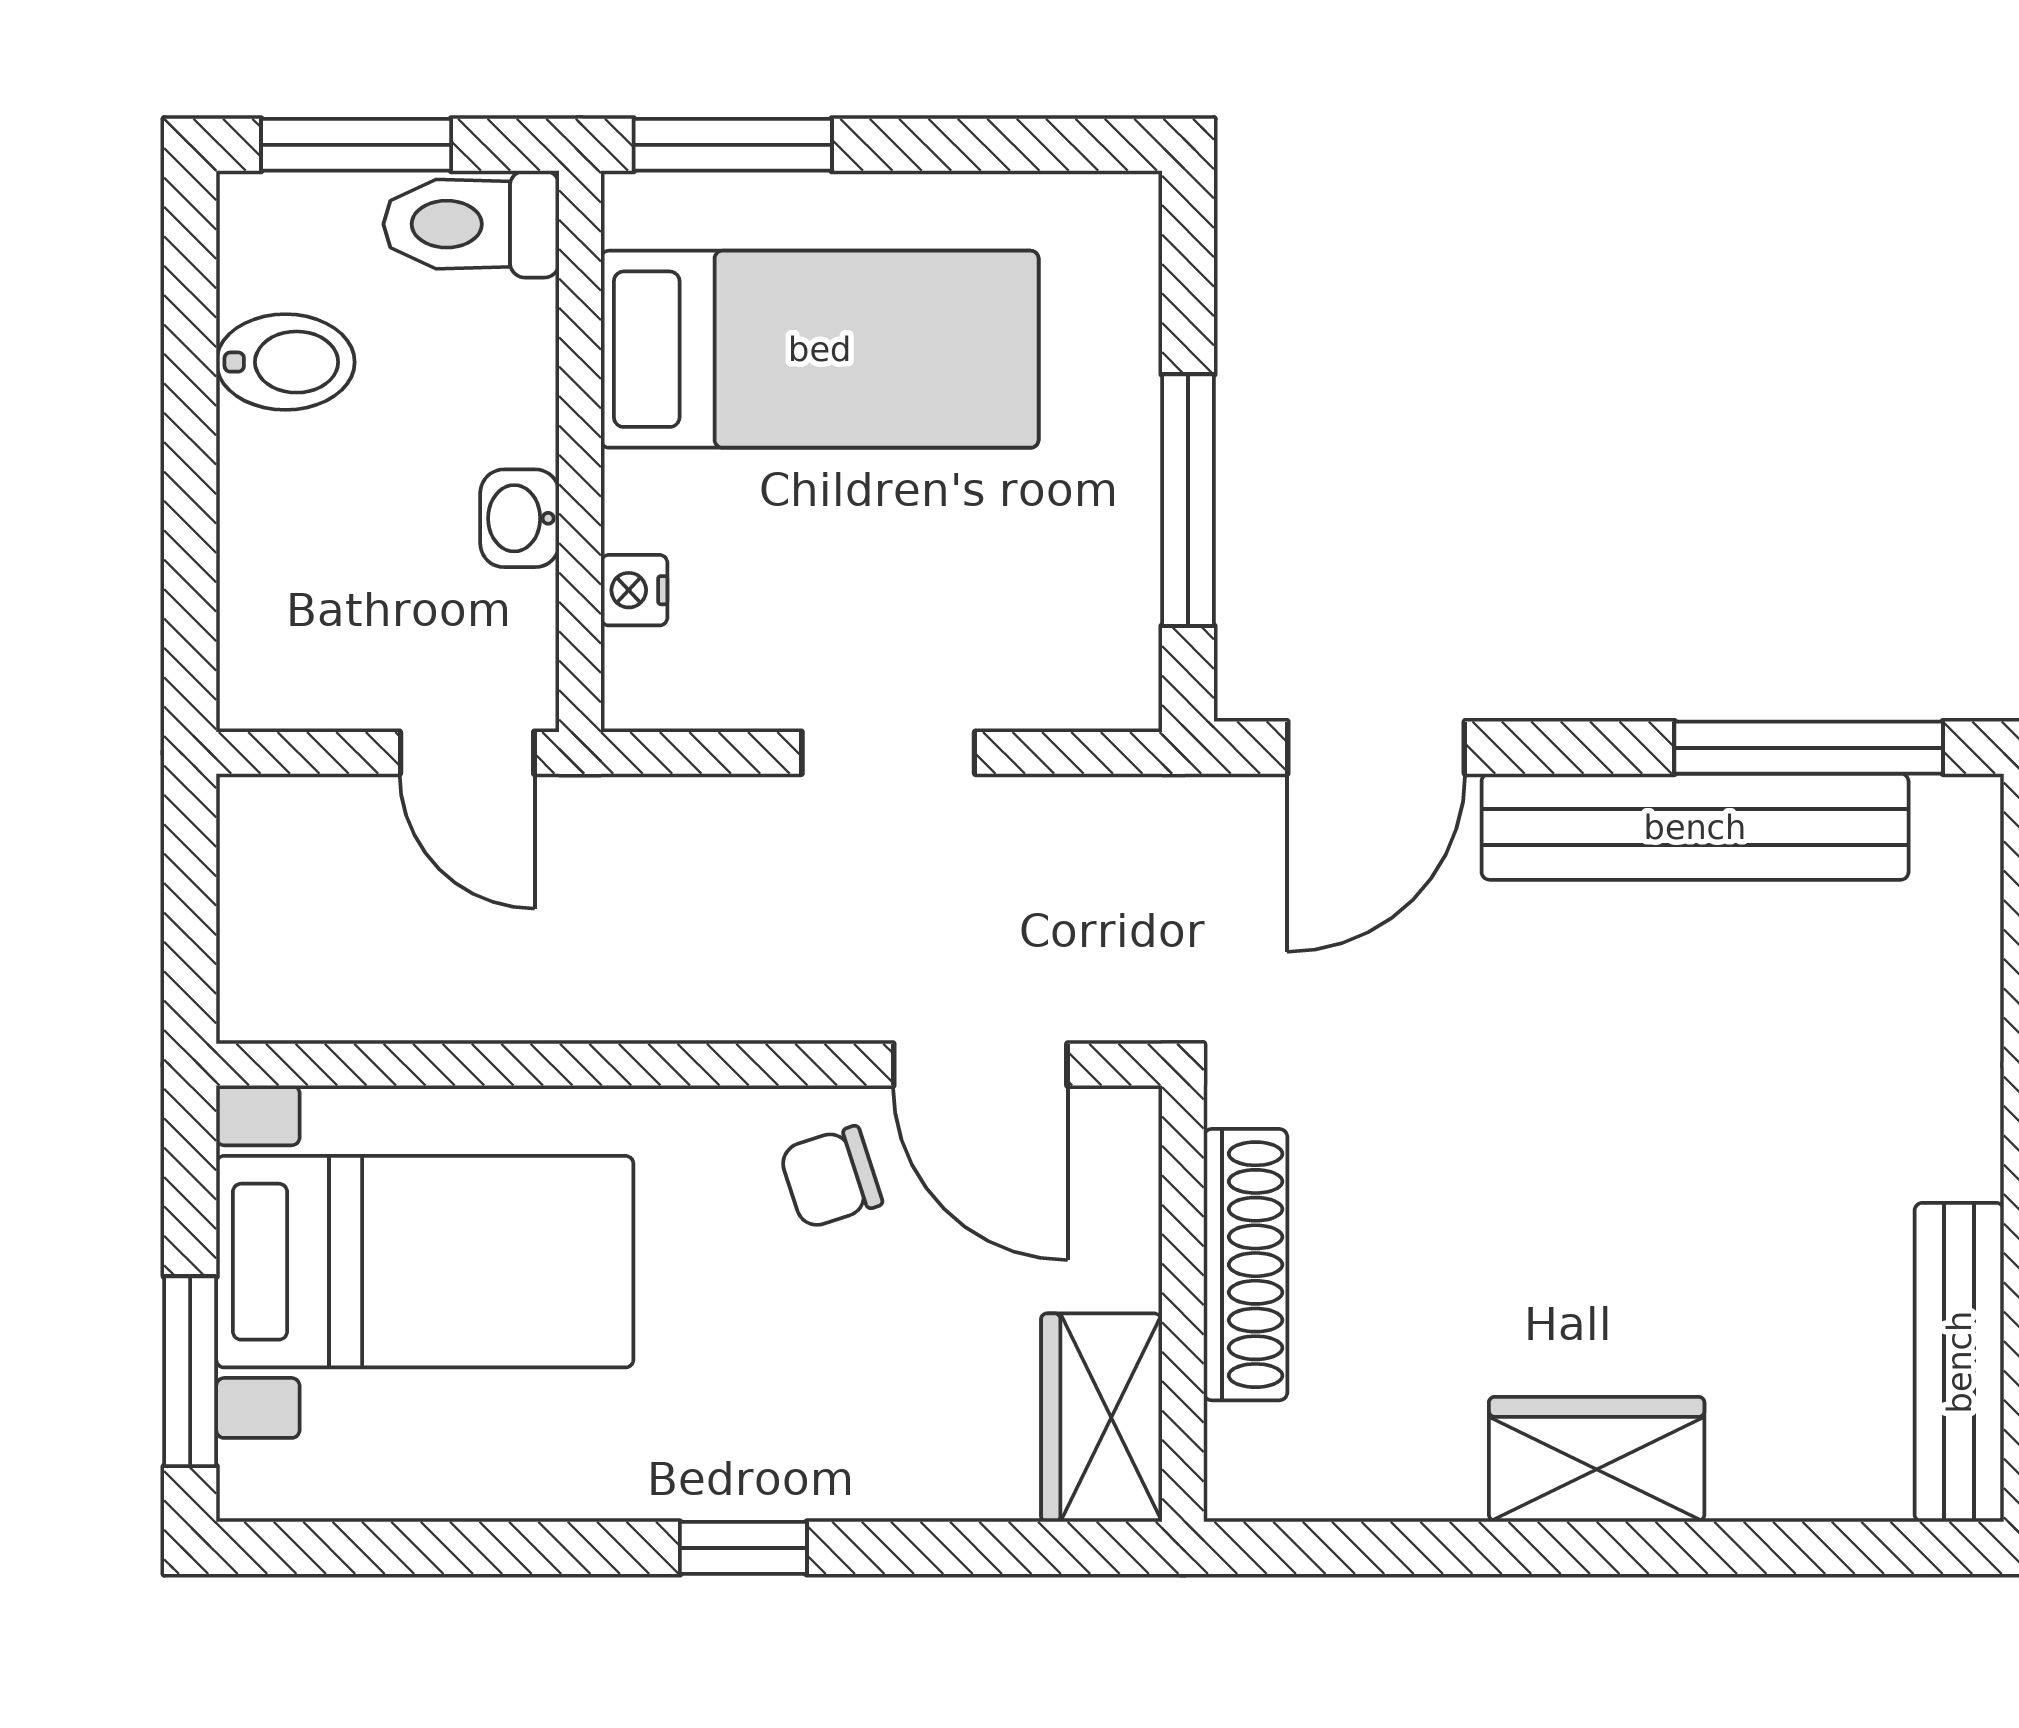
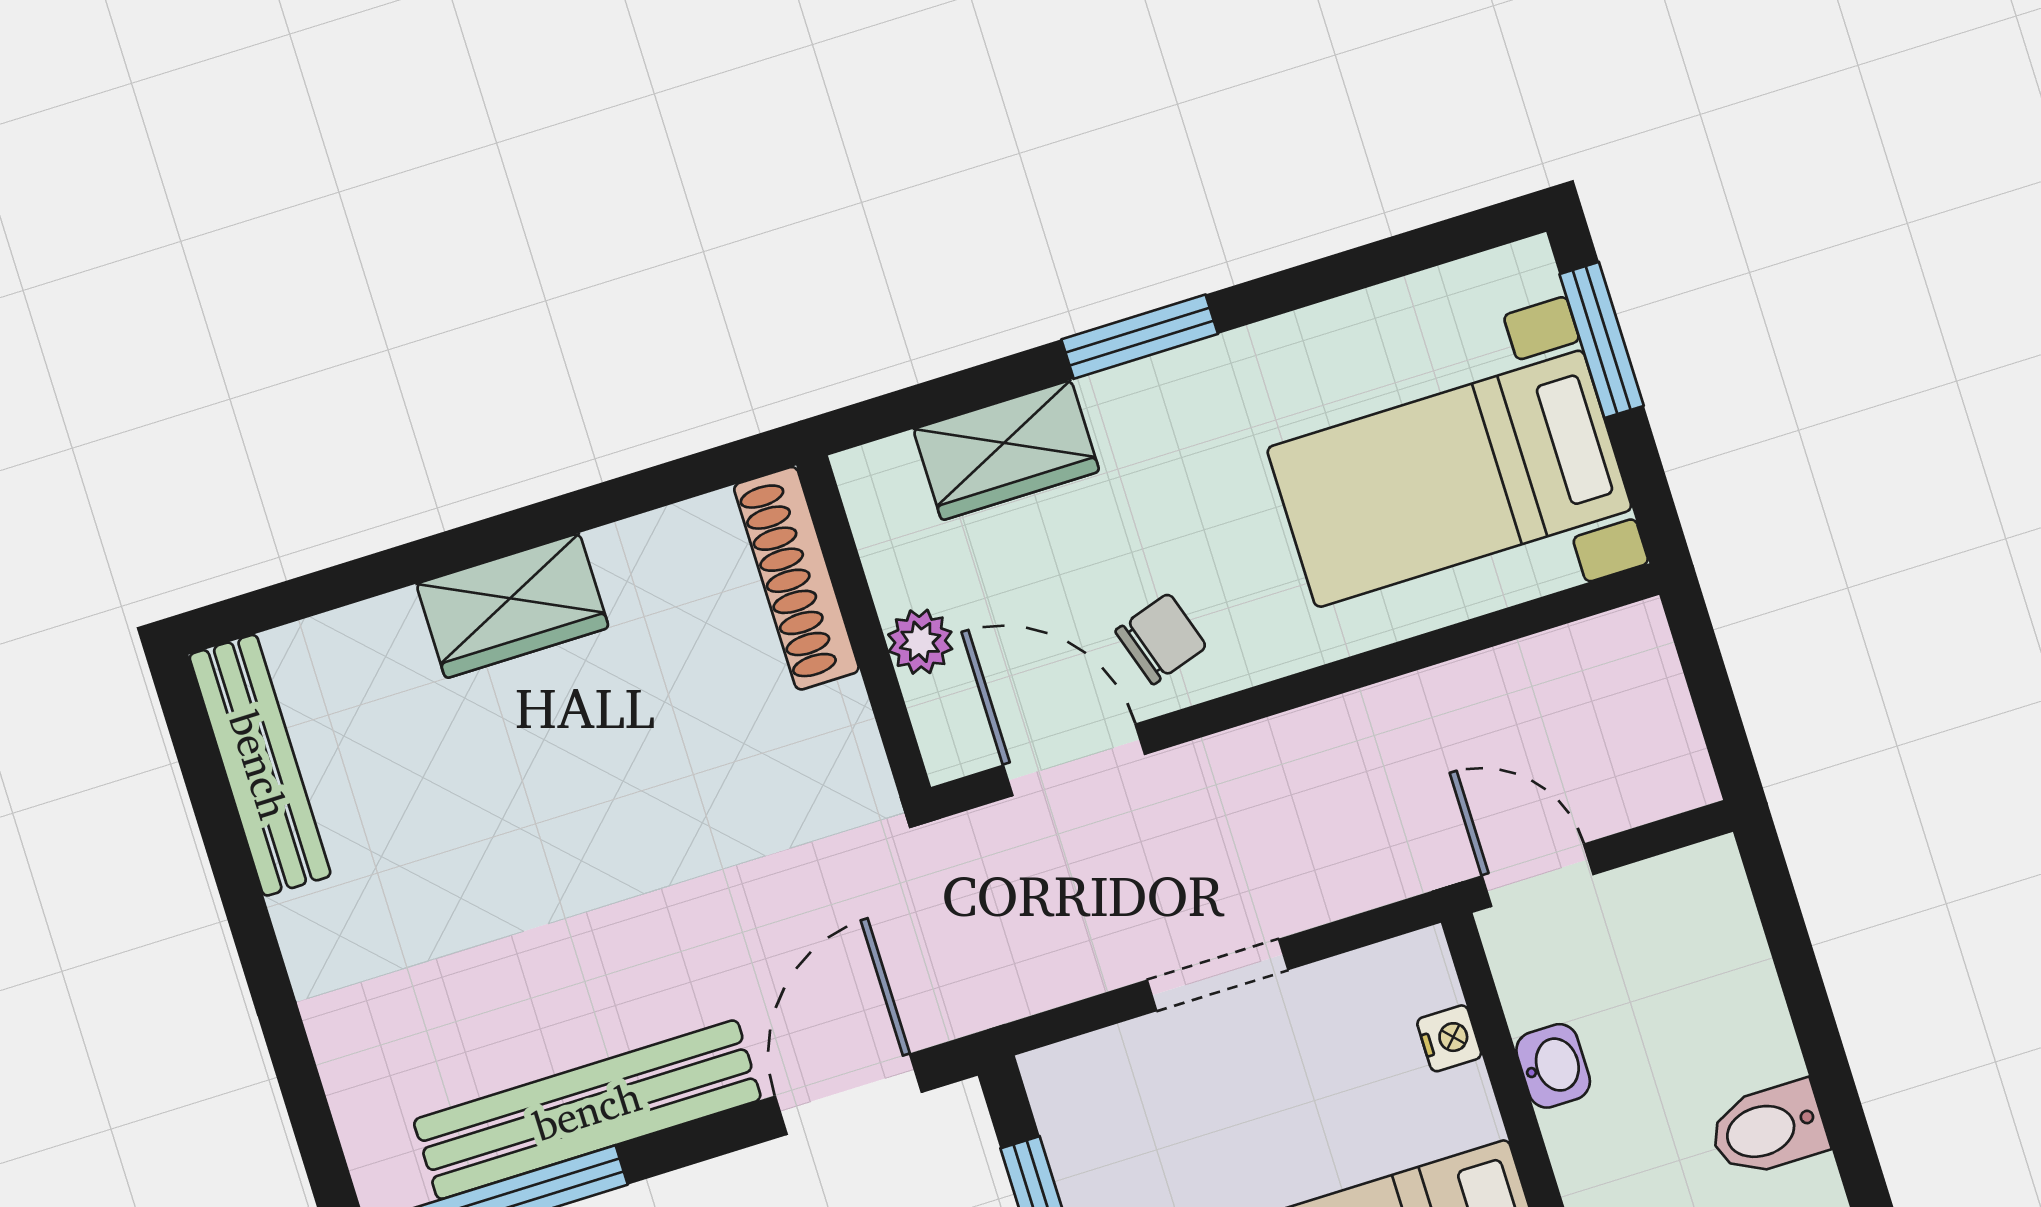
plant: (1121, 1264) -> (920, 642), added
shoe rack: (1245, 1265) -> (796, 578), moved
wardrobe: (1102, 1418) -> (1006, 450), moved, turned 90
window: (743, 1548) -> (1140, 337), width x1.50

